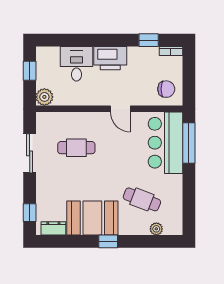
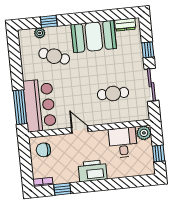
desk: (76, 64) -> (123, 142), moved, turned 180
window: (30, 213) -> (148, 50), moved
window: (108, 241) -> (49, 21), moved

